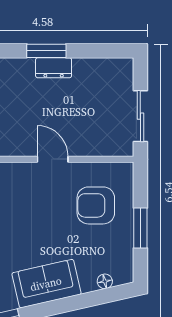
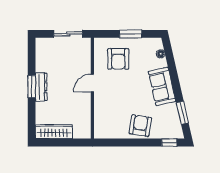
dresser: (54, 68) -> (41, 87), width x1.44

